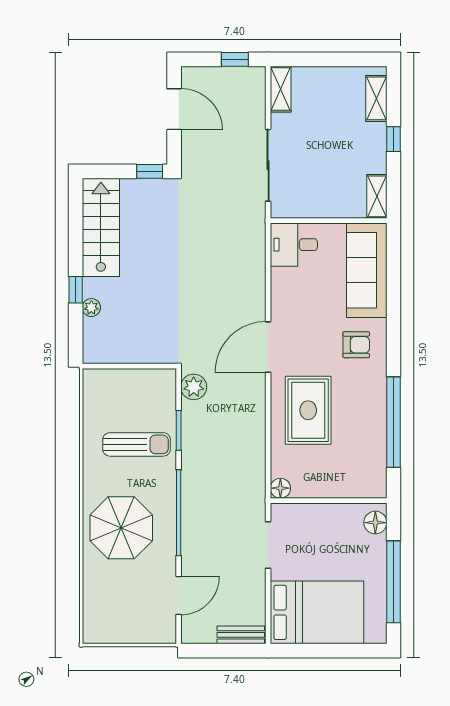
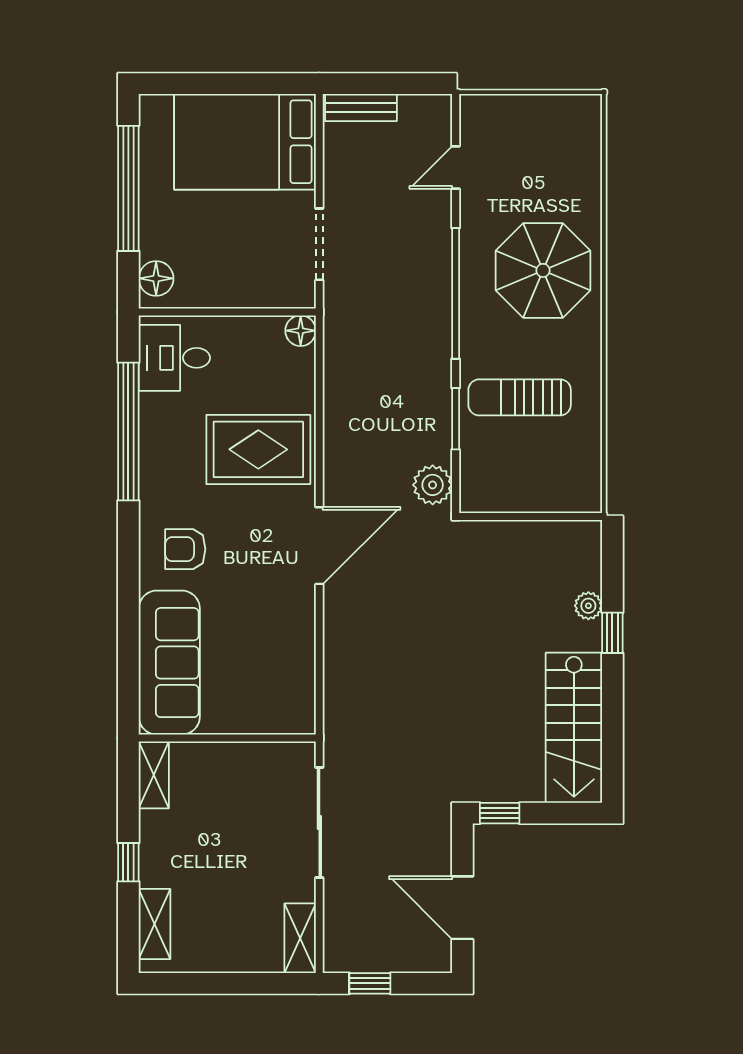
desk: (294, 245) -> (174, 358), moved, turned 180
rug: (308, 410) -> (258, 449), turned 90
door: (179, 595) -> (456, 168), width x0.73

